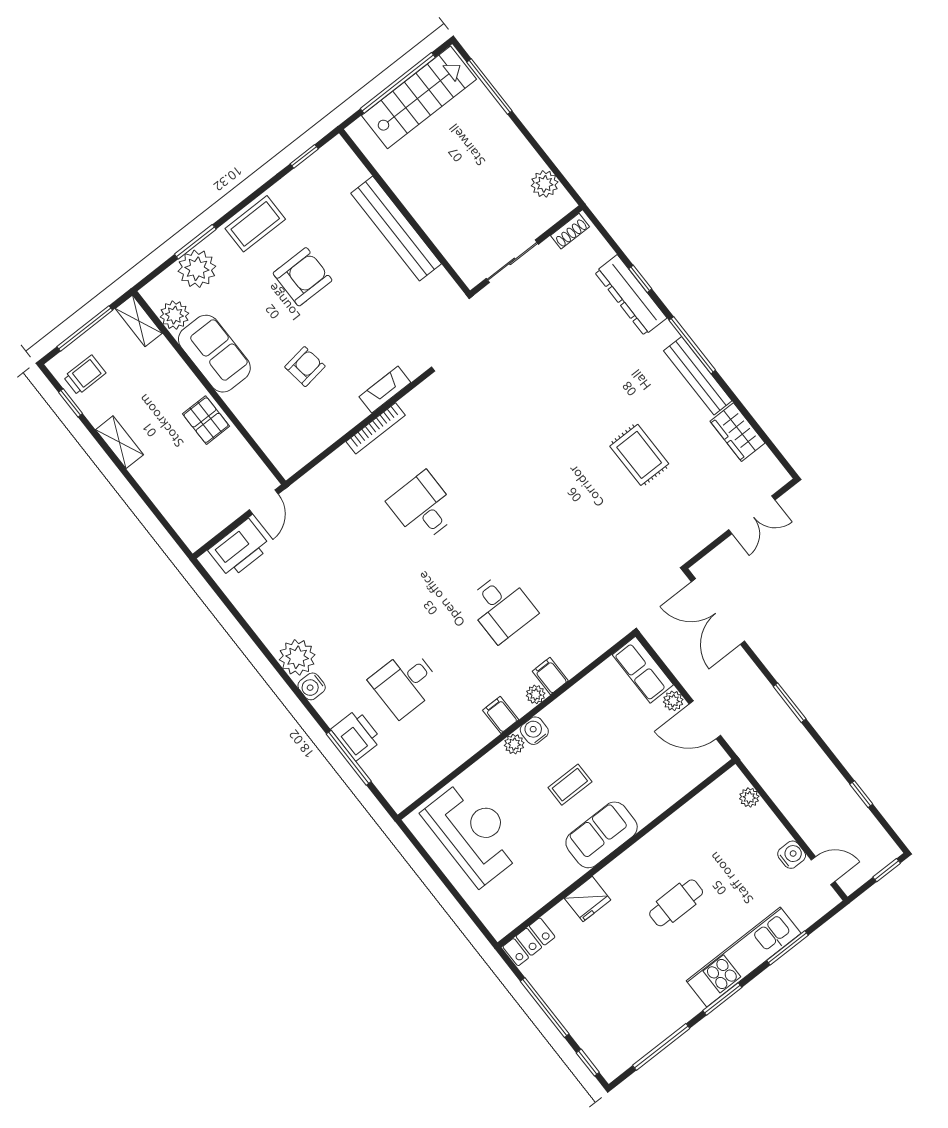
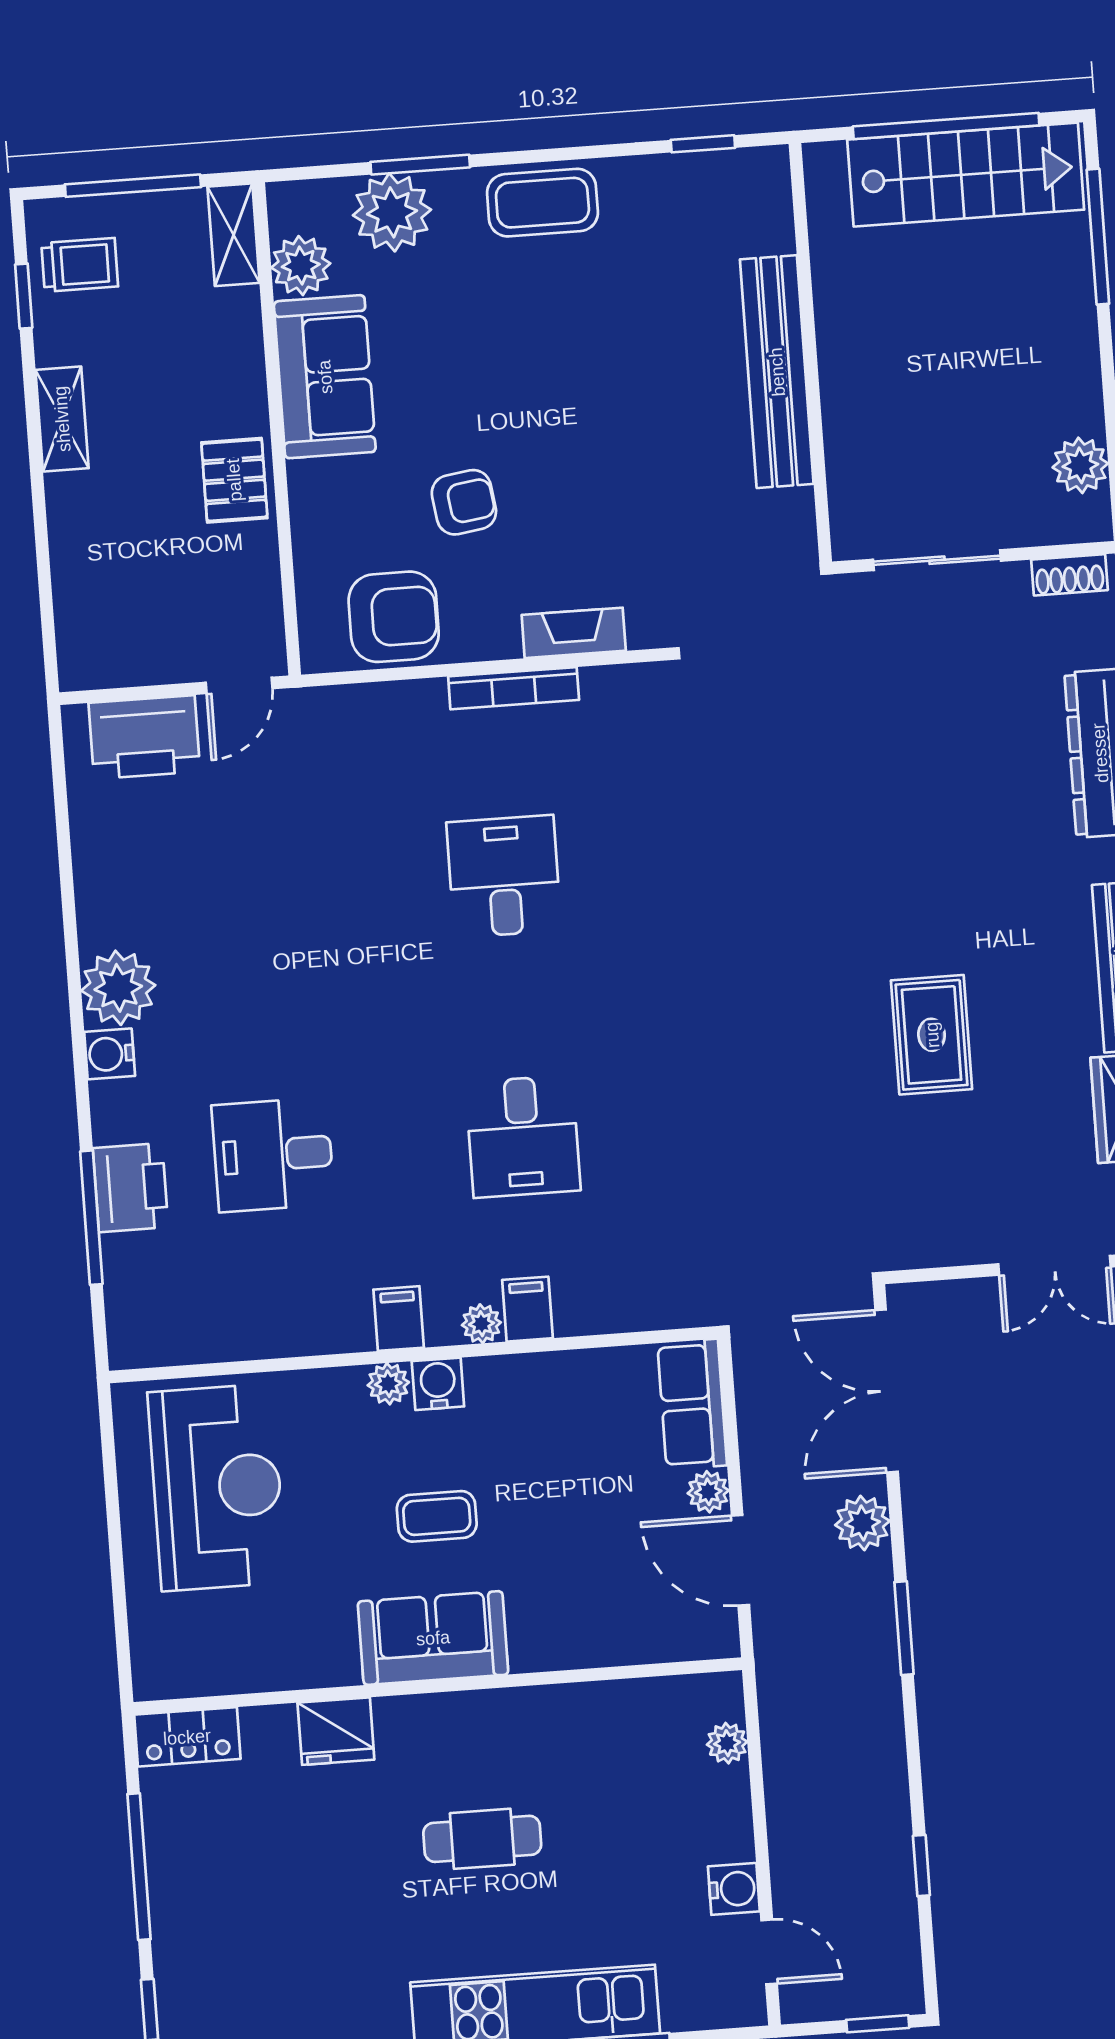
armchair: (303, 277) -> (394, 617), moved
plant: (744, 671) -> (862, 1523), added

